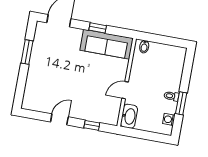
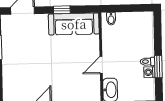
washing machine: (169, 119) -> (149, 72), moved

